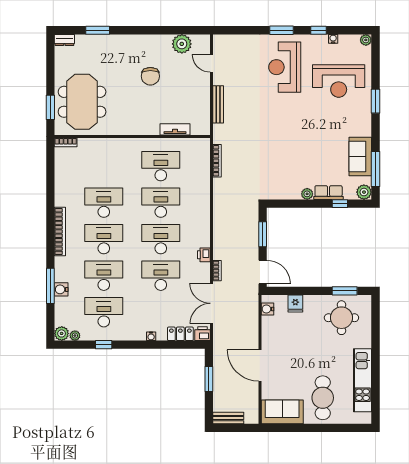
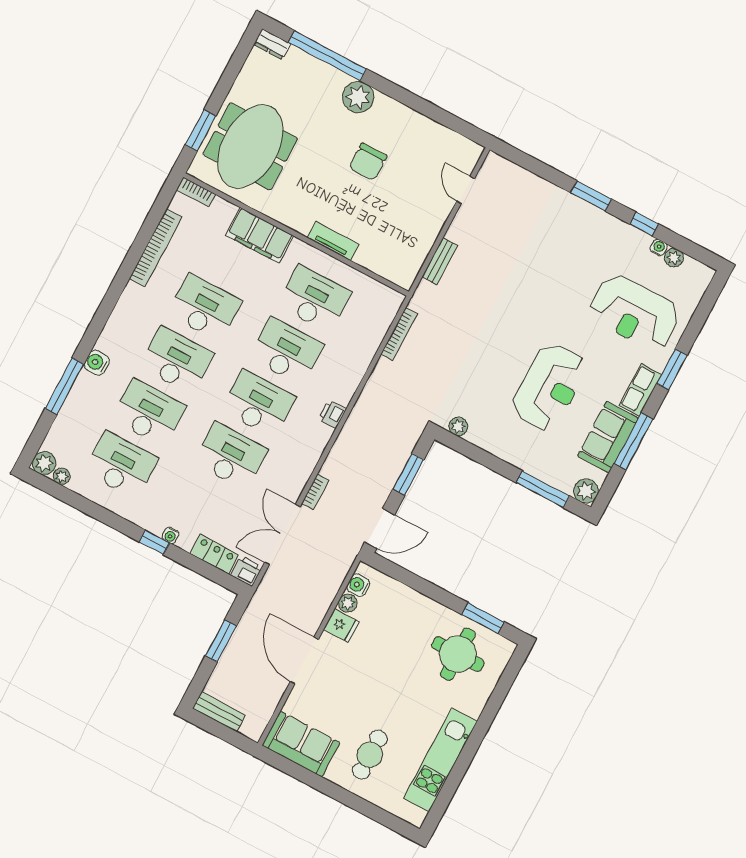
window: (98, 30) -> (327, 56), width x2.11
plant: (366, 40) -> (674, 258), moved
plant: (182, 44) -> (358, 97), moved
reception desk: (285, 67) -> (549, 387), moved, turned 180
bench: (218, 104) -> (440, 261), width x0.73
tv unit: (175, 129) -> (333, 241), moved
filing cabinet: (113, 147) -> (260, 235), added
window: (375, 169) -> (634, 441), moved
row of seats: (329, 193) -> (641, 390), moved, turned -90
plant: (307, 194) -> (458, 426), moved
window: (340, 204) -> (543, 489), width x2.17
bookcase: (60, 232) -> (156, 248), moved
printer: (204, 255) -> (332, 414), moved
door: (263, 272) -> (380, 528), hinge flipped
water cooler: (61, 289) -> (97, 363), moved
fridge: (295, 304) -> (341, 626), moved, turned -90
plant: (267, 322) -> (348, 603), added
window: (104, 345) -> (154, 542), moved
cafe table: (323, 398) -> (370, 755), width x0.73, depth x0.74

